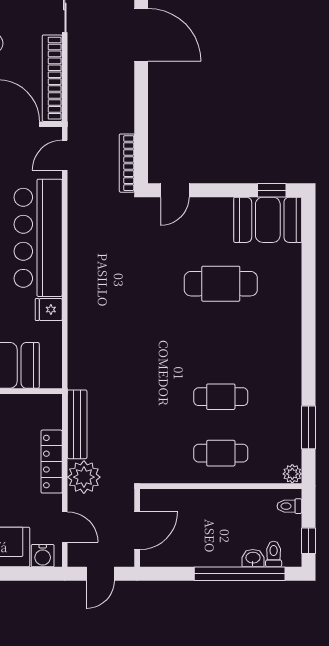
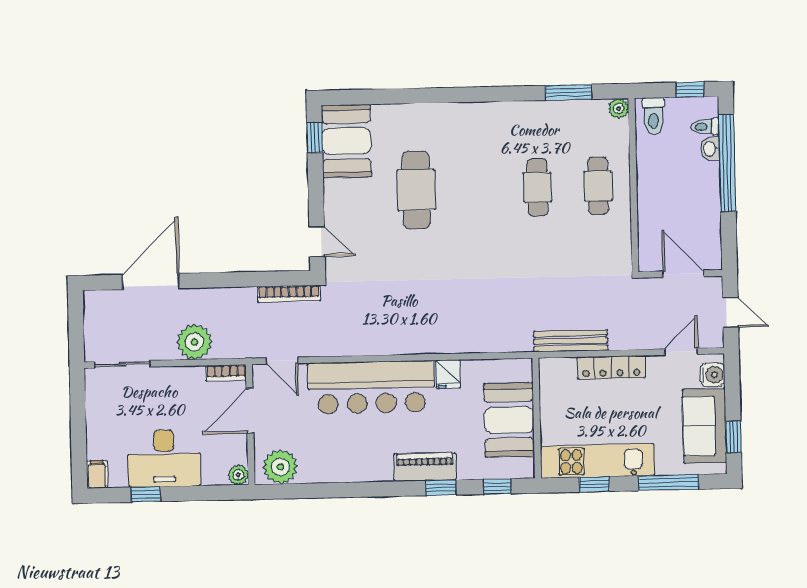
bookcase: (52, 78) -> (226, 373), width x0.43, depth x0.76
plant: (84, 477) -> (194, 342), moved
toilet: (289, 506) -> (653, 116), width x1.37, depth x1.39

